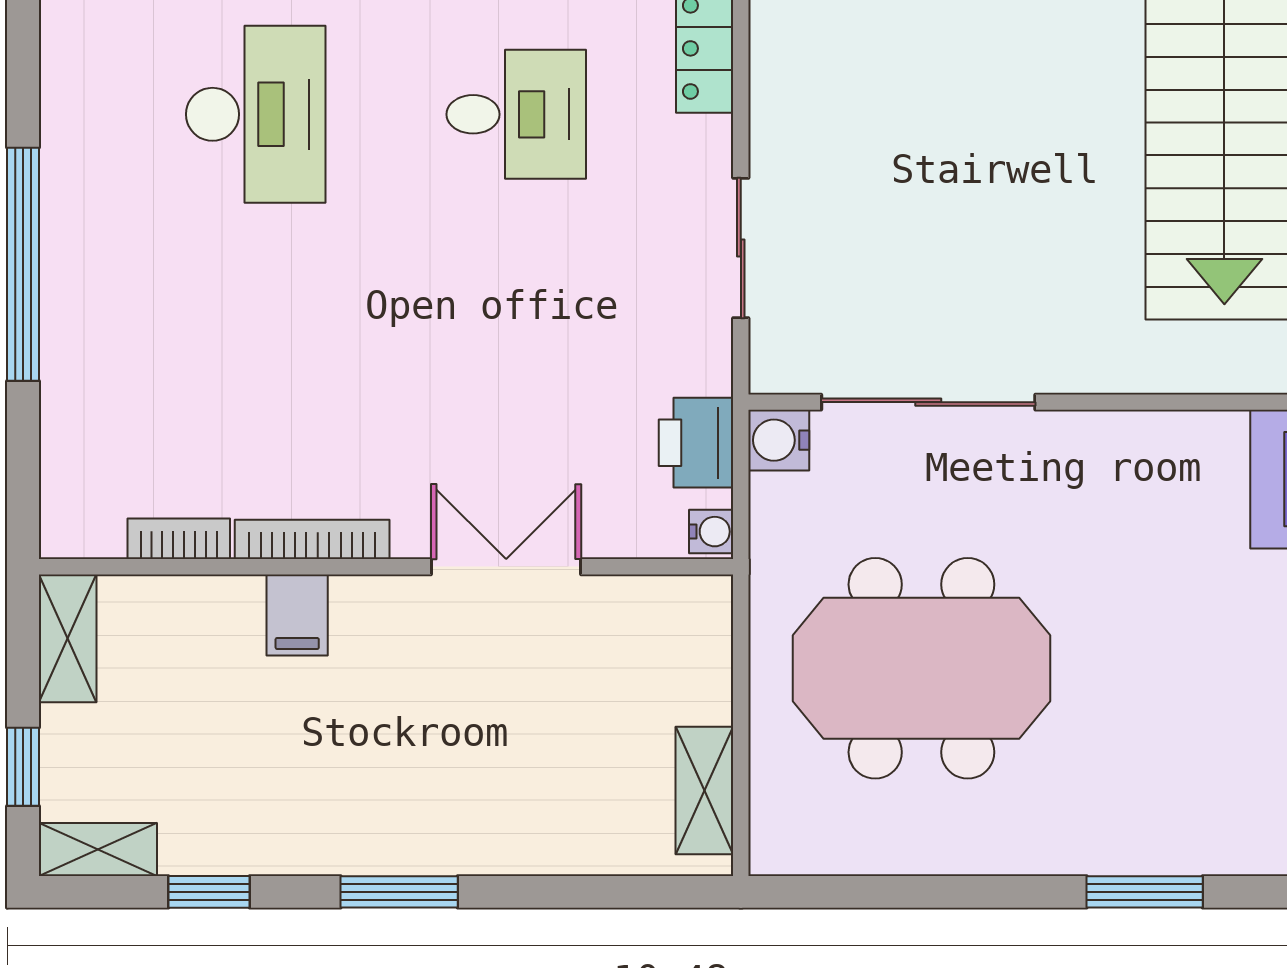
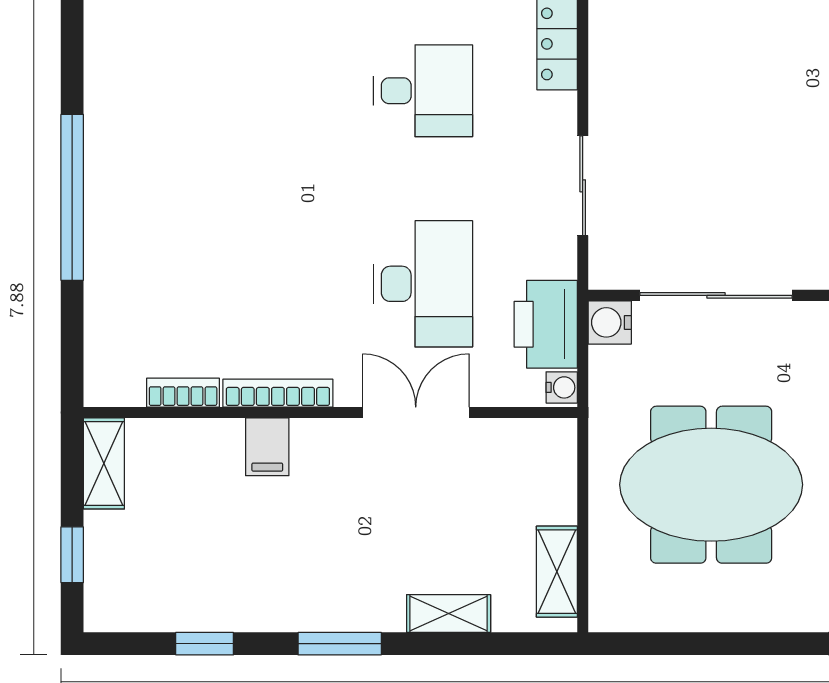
desk: (256, 114) -> (423, 284), moved
printer: (696, 443) -> (546, 324), width x1.37, depth x1.19
shelving: (98, 849) -> (449, 614), moved

